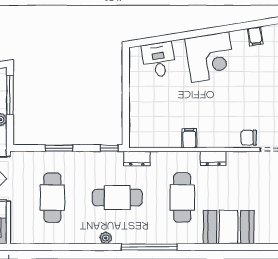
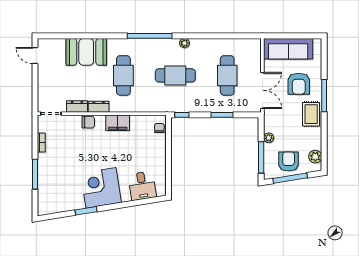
window: (229, 28) -> (86, 211), added
filing cabinet: (255, 36) -> (65, 204), removed
chair: (137, 132) -> (159, 128), added
filing cabinet: (189, 138) -> (118, 123), width x2.00
chair: (249, 138) -> (88, 122), moved
dresser: (137, 159) -> (77, 107), moved

